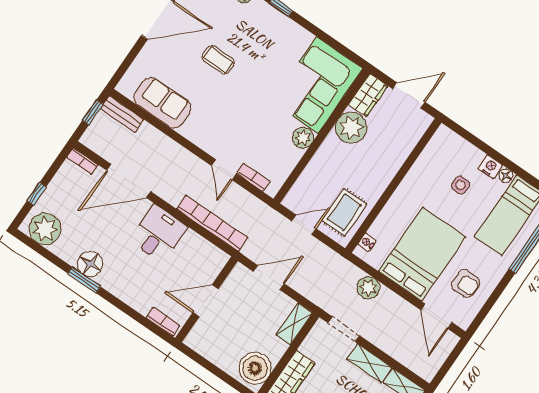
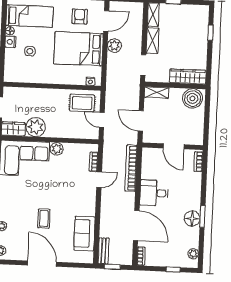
plant: (45, 229) -> (193, 254), width x0.53, depth x0.53
plant: (368, 288) -> (114, 46), moved

